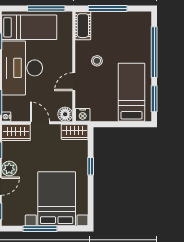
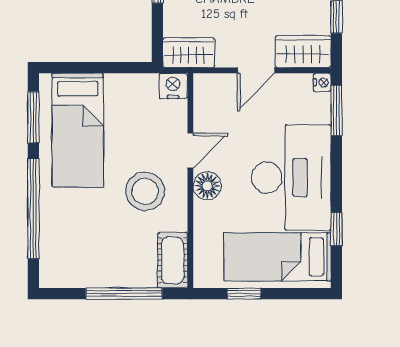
window: (46, 9) -> (244, 294), width x0.46
stool: (97, 61) -> (145, 191), width x1.89, depth x1.89
floor lamp: (65, 114) -> (207, 186), moved
door: (40, 123) -> (256, 70), hinge flipped

